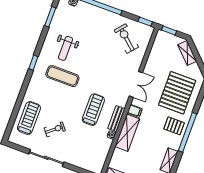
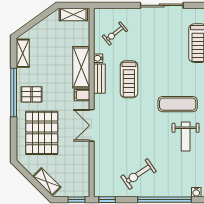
exercise bike: (126, 39) -> (138, 174), moved, turned 105
weight bench: (66, 48) -> (186, 137), turned 180
exercise bike: (55, 129) -> (115, 33), moved

